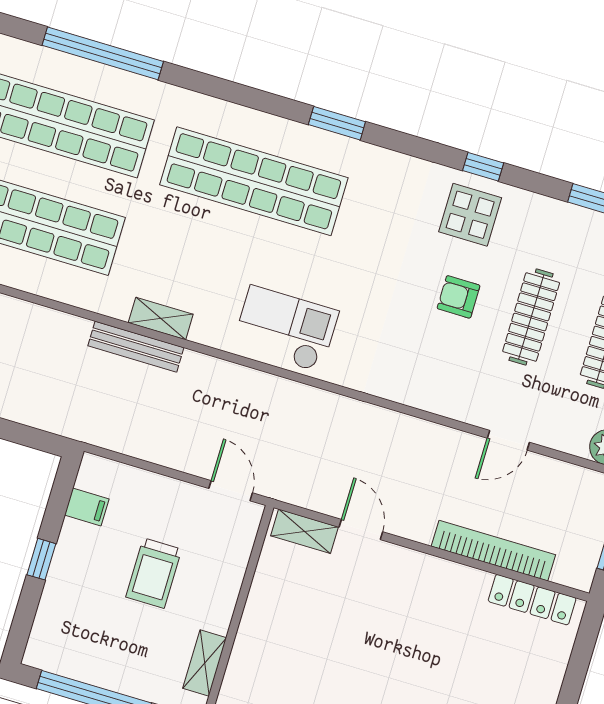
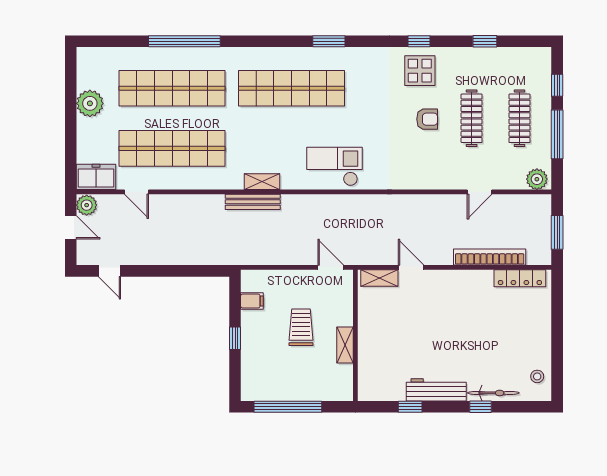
armchair: (459, 297) -> (427, 119), turned 180
trolley: (154, 573) -> (301, 327), turned 180
shelving: (205, 663) -> (345, 345), moved

